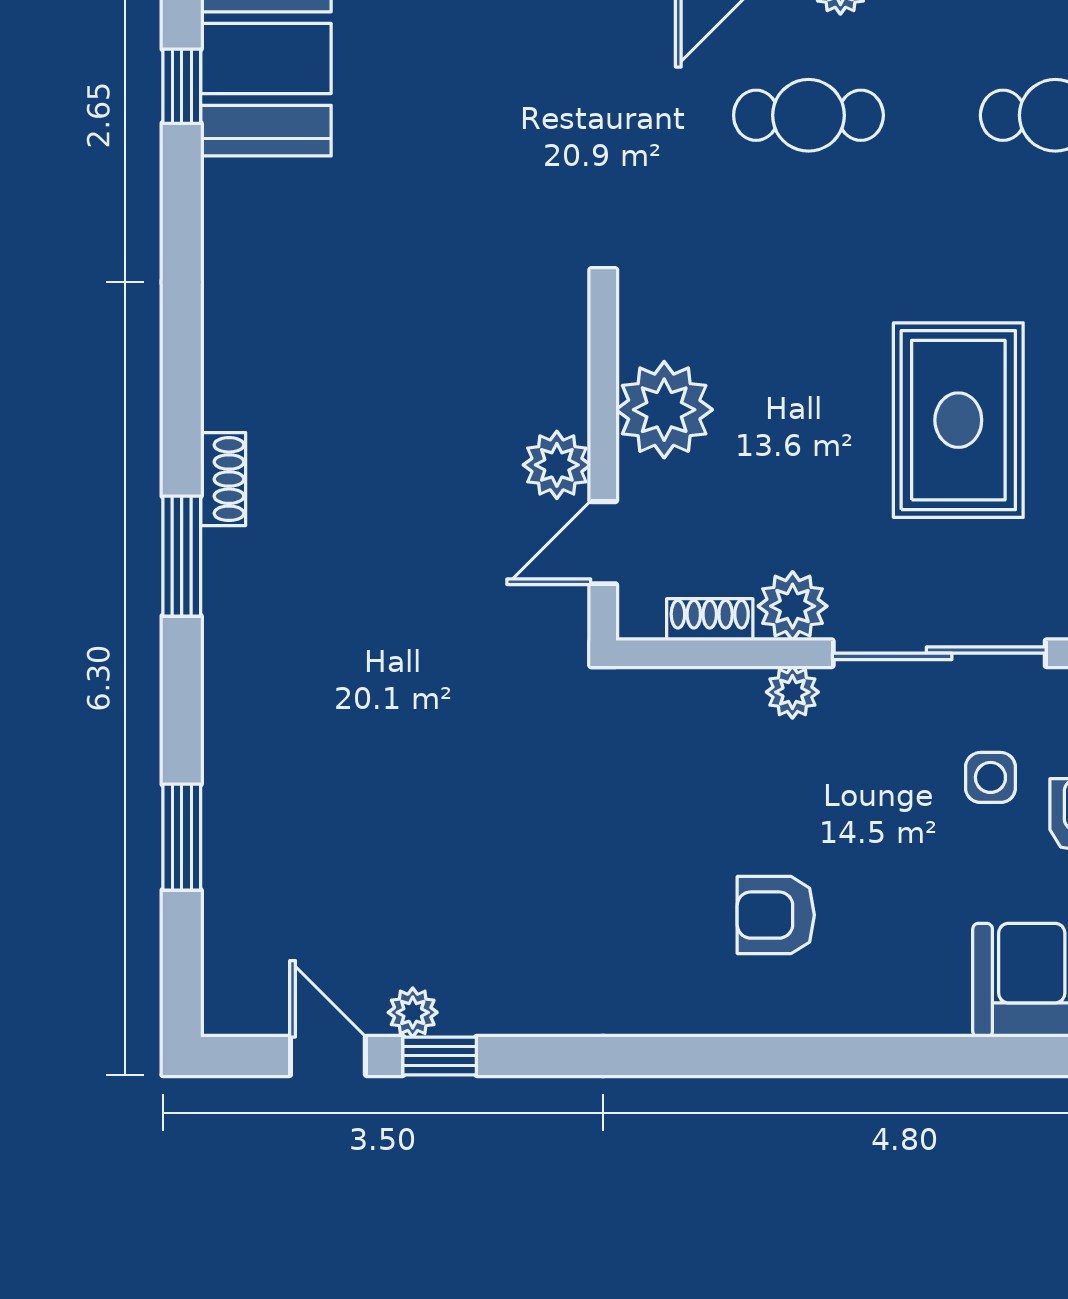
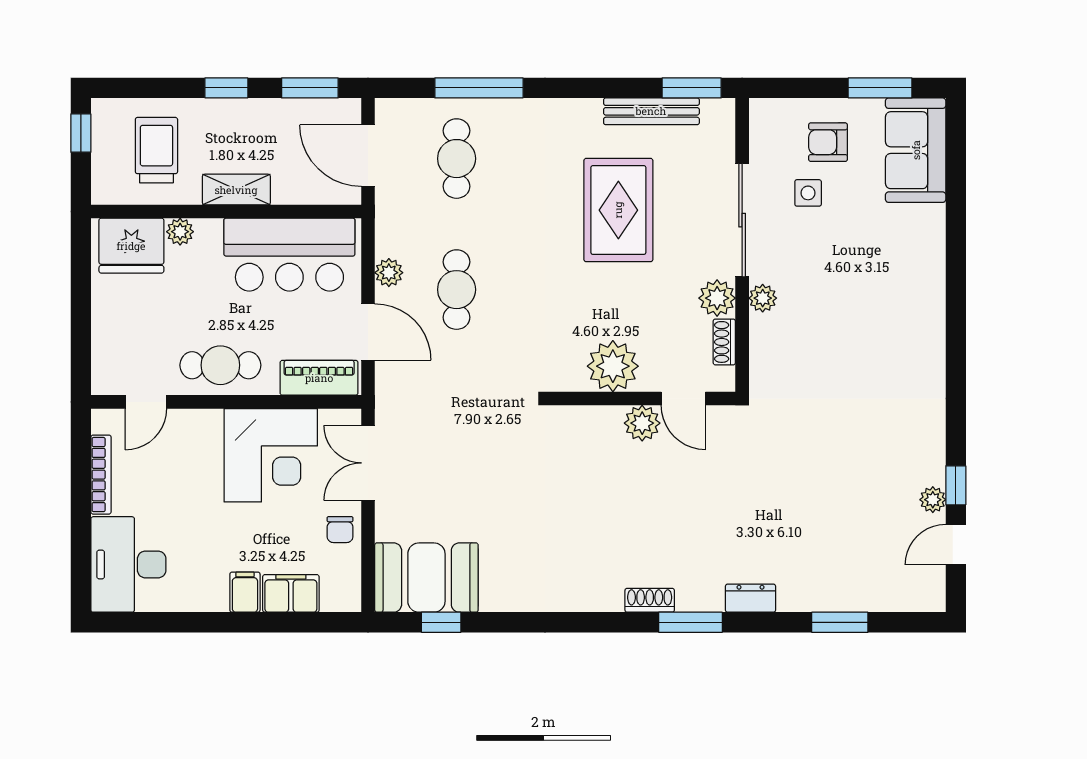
rug: (958, 420) -> (618, 210), turned 90
dresser: (227, 669) -> (750, 598), added
armchair: (776, 915) -> (881, 307), removed

